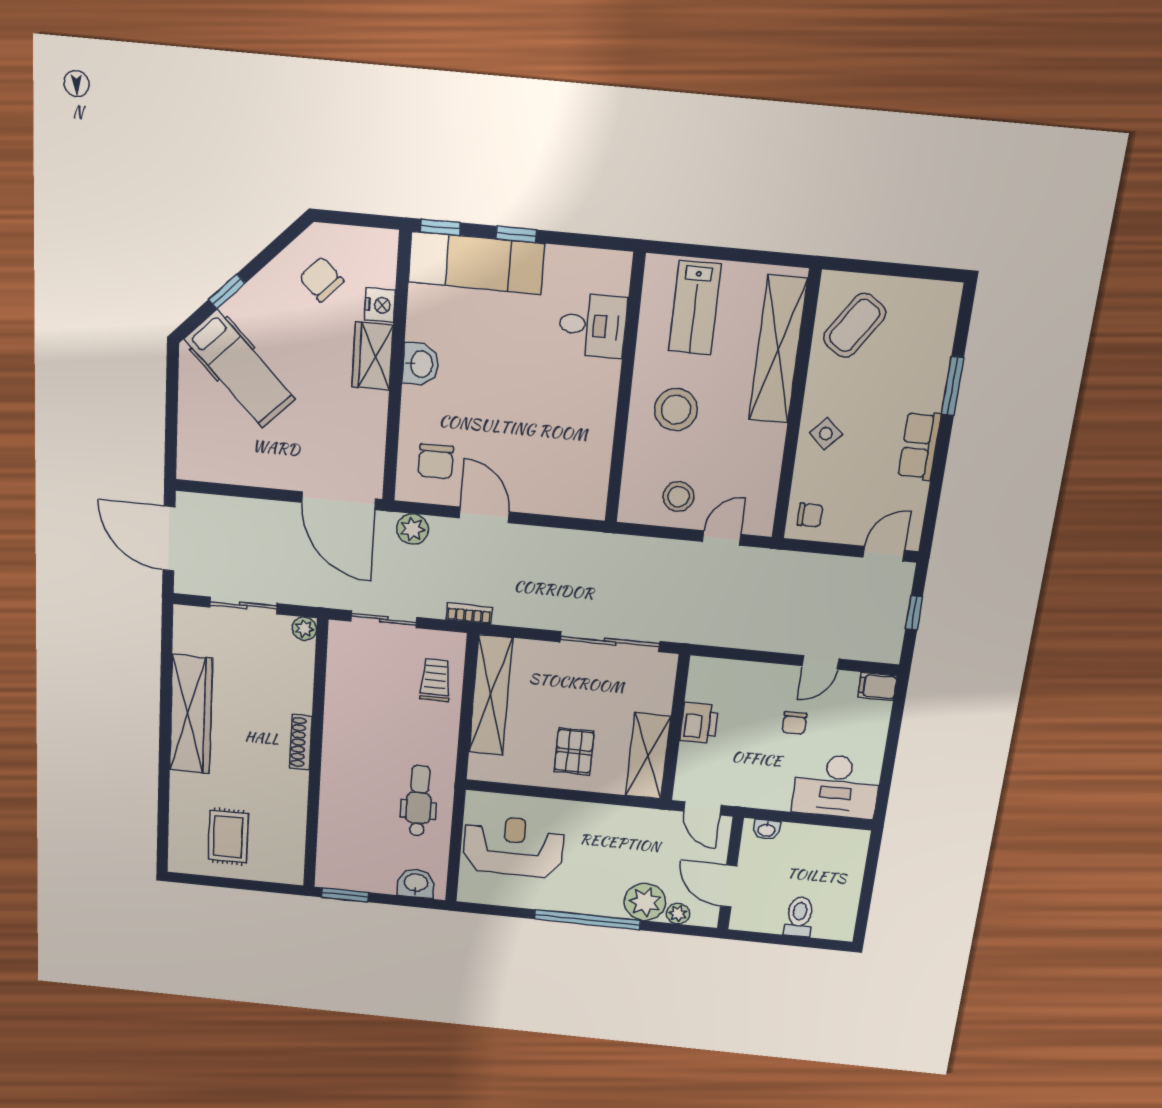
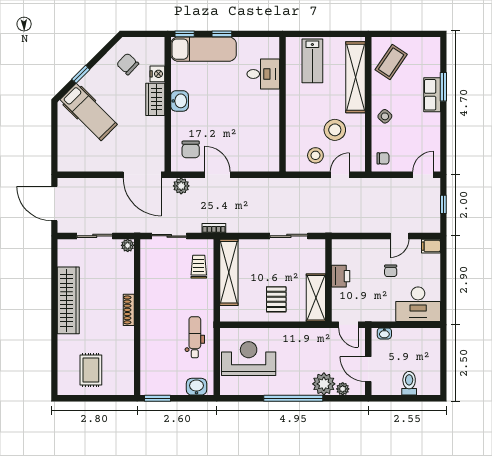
stool: (676, 410) -> (335, 130), moved
row of seats: (920, 446) -> (432, 95), moved
sliding door: (610, 642) -> (289, 236), width x0.73

